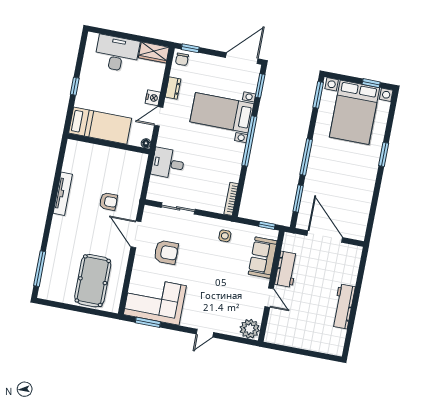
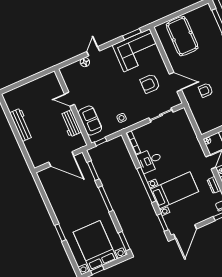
desk: (168, 163) -> (150, 160), moved, turned 180
floor lamp: (223, 327) -> (85, 62), added
plant: (250, 329) -> (68, 72), removed

